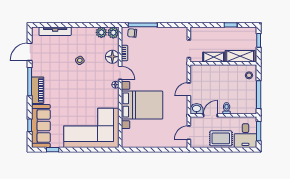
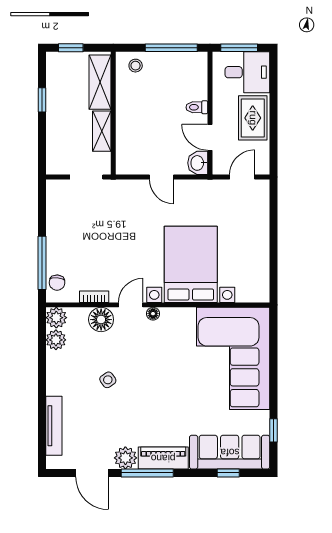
plant: (38, 70) -> (125, 458), added
door: (189, 133) -> (242, 177), swing flipped

